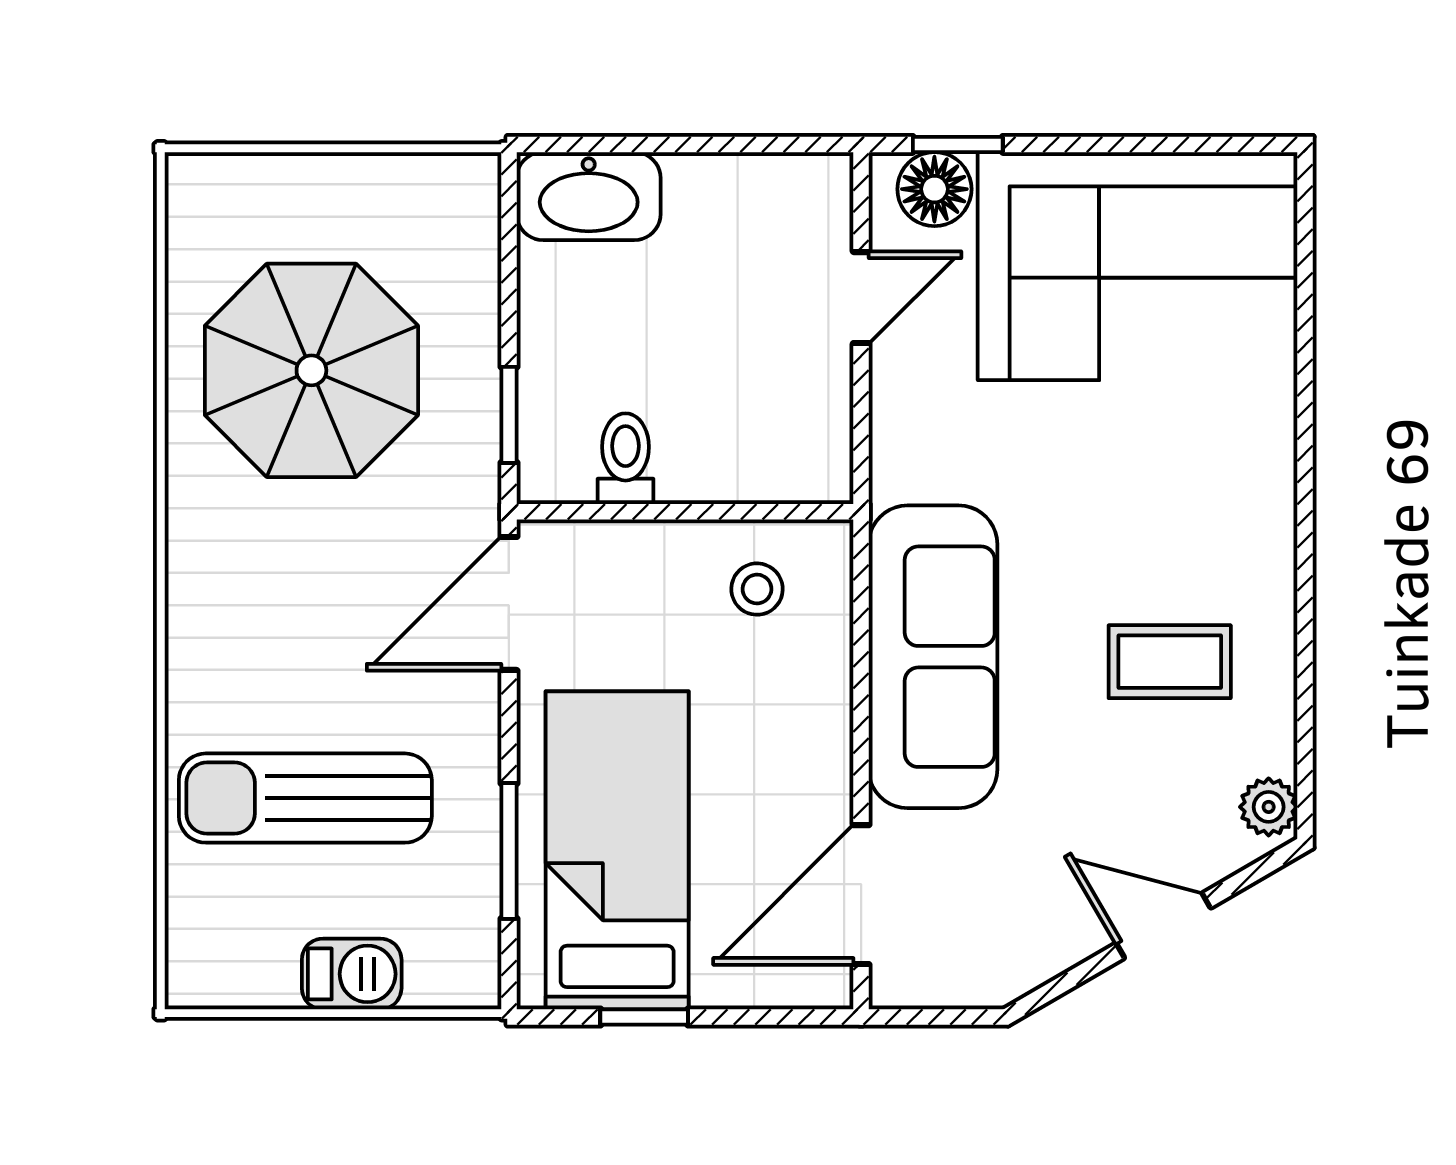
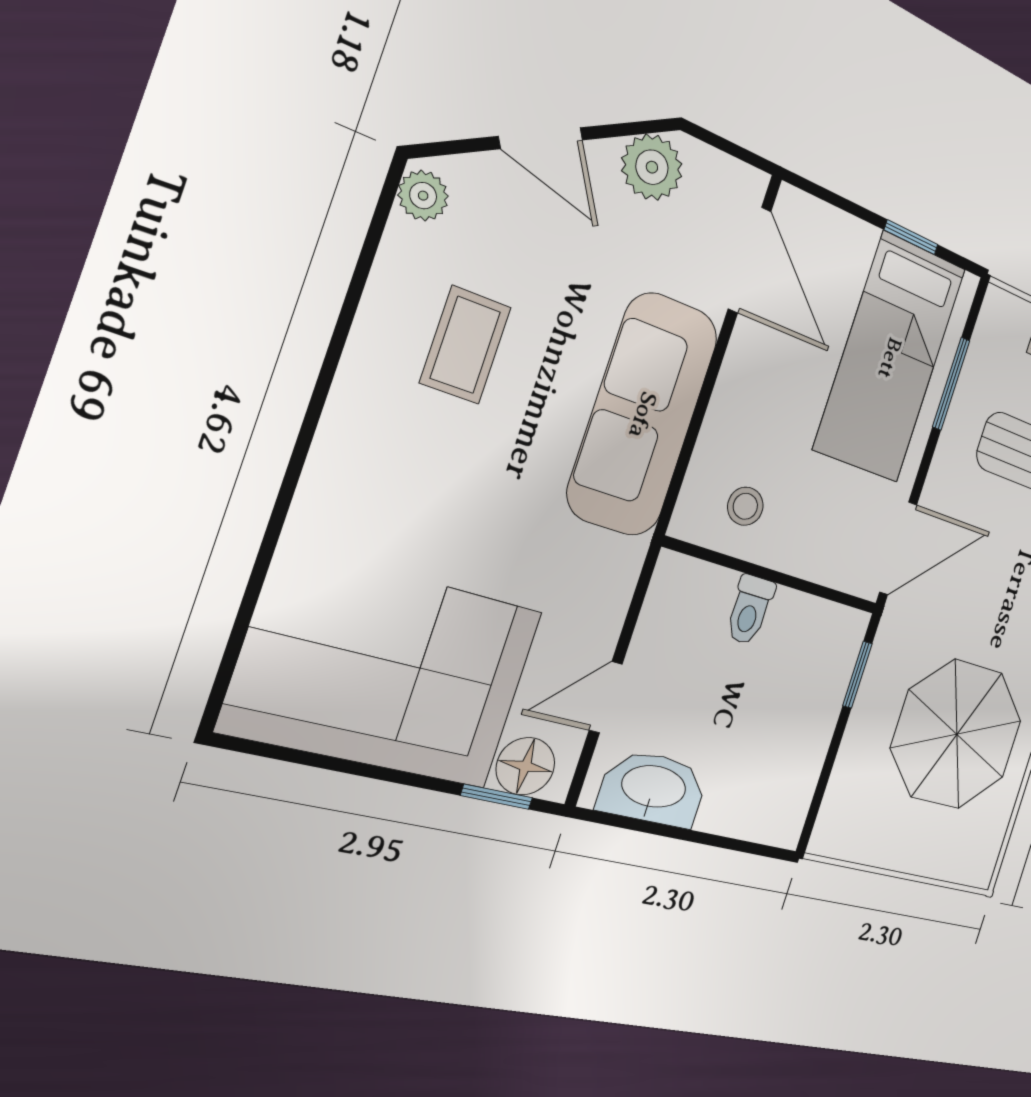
washbasin: (589, 196) -> (653, 788), moved
toilet: (626, 459) -> (750, 610), moved
coffee table: (1170, 662) -> (465, 345), turned 90
door: (861, 895) -> (750, 260), hinge flipped
plant: (1023, 951) -> (652, 167), added

